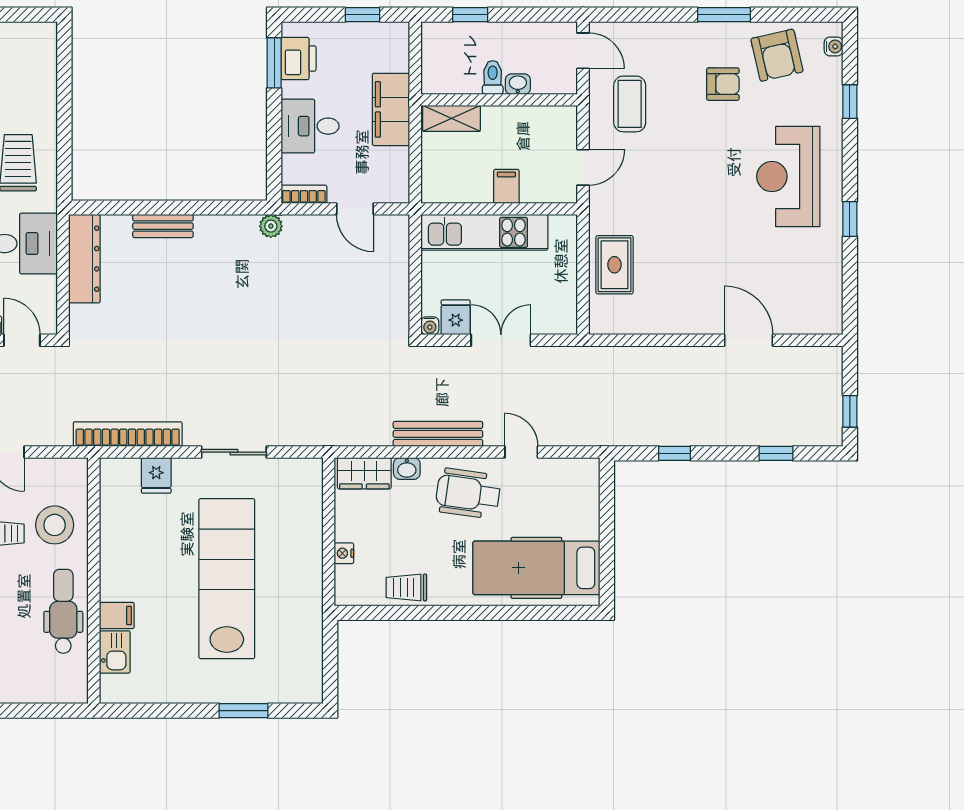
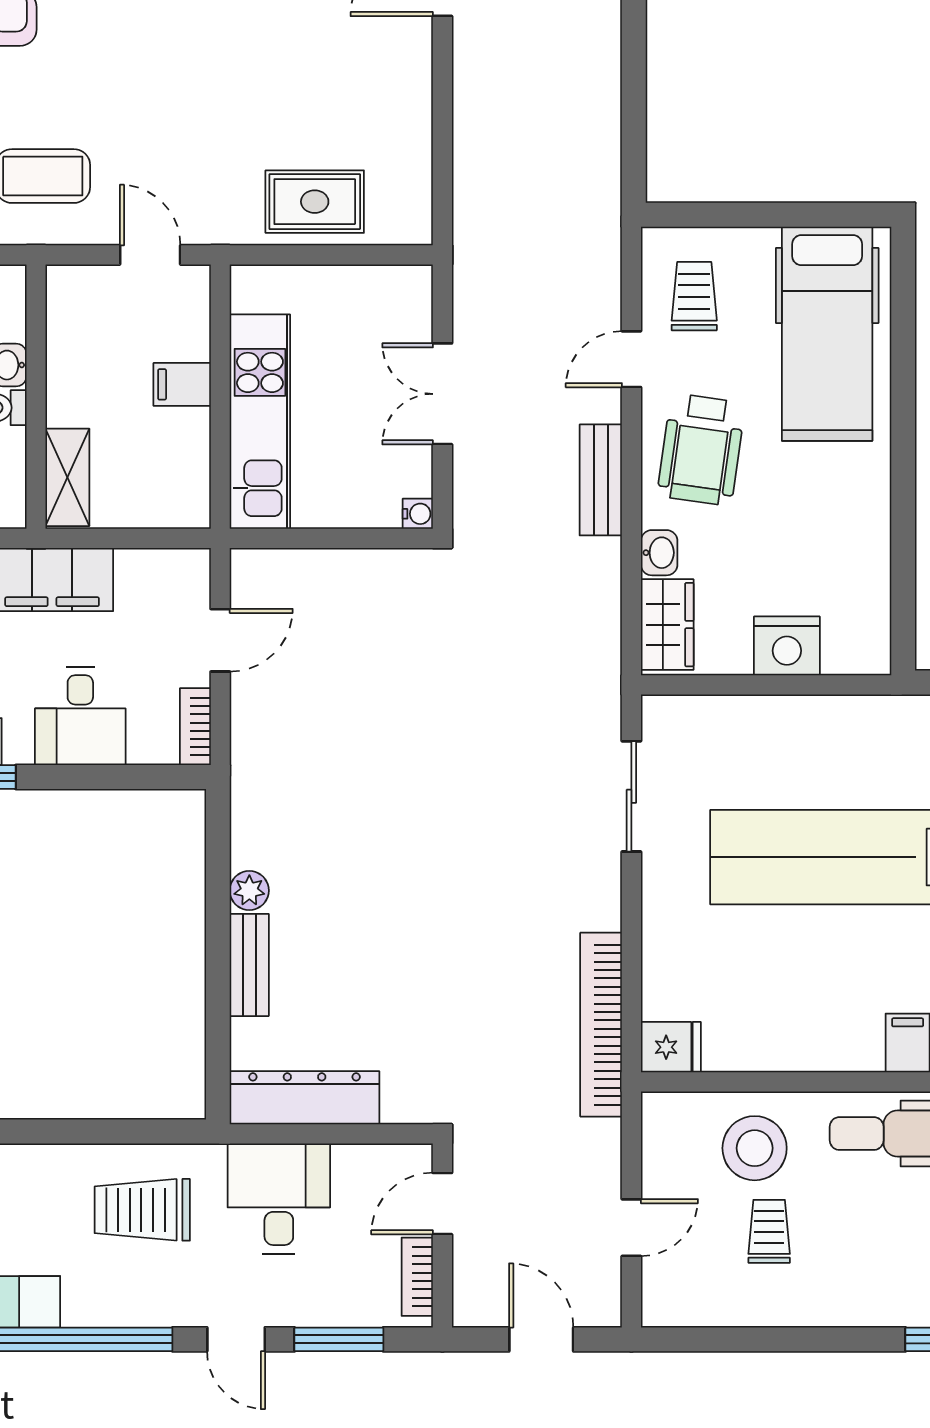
plant: (271, 226) -> (249, 891), moved
fridge: (456, 317) -> (404, 470), removed
bench: (438, 434) -> (601, 480), width x0.73
sliding door: (234, 452) -> (631, 796), moved
window: (674, 453) -> (634, 100), removed
fridge: (156, 475) -> (671, 1047), moved
nightstand: (344, 553) -> (787, 646), width x1.89, depth x1.79
trolley: (406, 587) -> (694, 296), moved, turned 180

